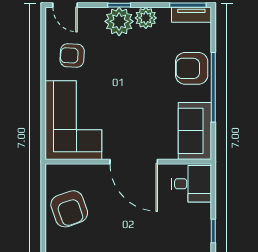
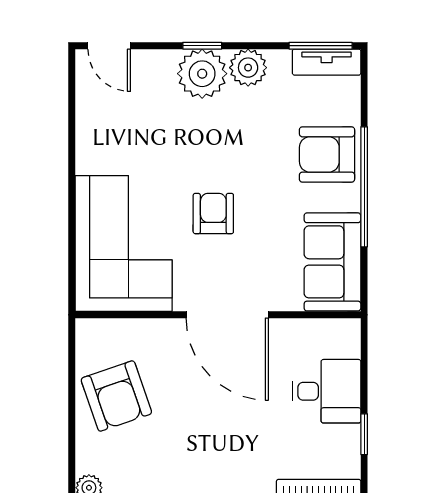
armchair: (72, 56) -> (213, 214), moved, turned 87
desk: (191, 184) -> (327, 391), moved

